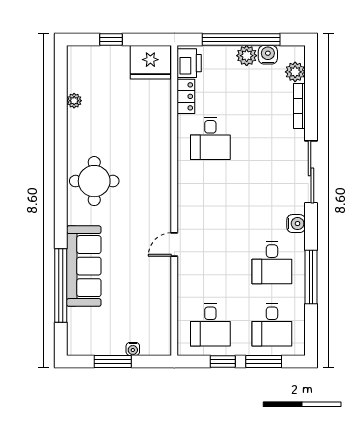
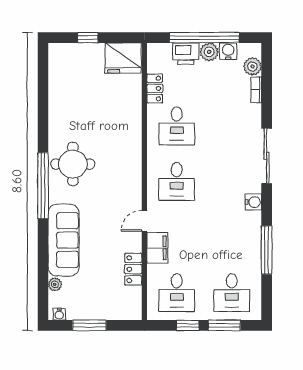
printer: (189, 63) -> (186, 54), moved, turned 90
plant: (74, 101) -> (55, 284), moved
bookcase: (299, 106) -> (256, 90), width x0.64
desk: (272, 263) -> (177, 181), moved
filing cabinet: (189, 275) -> (157, 248), added
window: (61, 286) -> (43, 186), moved
locker: (162, 299) -> (133, 269), added
water cooler: (133, 349) -> (59, 314), moved

